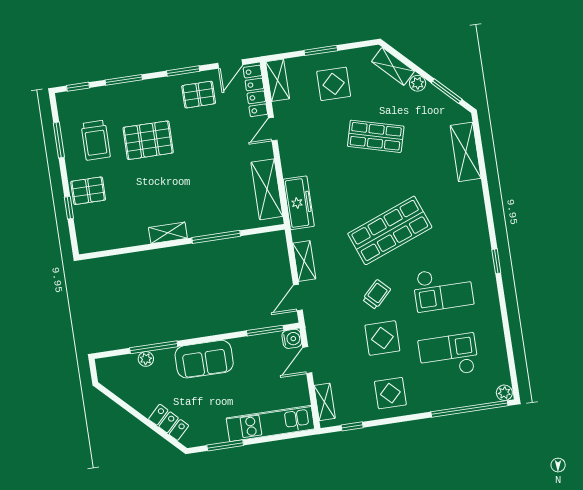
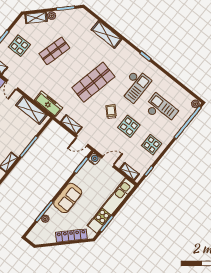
shelving: (466, 152) -> (107, 34), moved
shop shelf: (390, 230) -> (93, 82), turned 33
door: (298, 298) -> (82, 141), hinge flipped
checkout: (449, 356) -> (161, 110), turned 90
door: (307, 360) -> (108, 162), swing flipped
locker: (169, 422) -> (71, 236), width x1.53
kitchen unit: (270, 423) -> (111, 205), width x1.36

